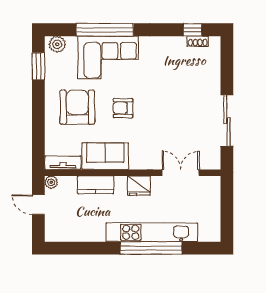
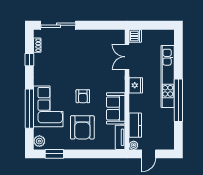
window: (192, 30) -> (29, 60), moved
armchair: (77, 107) -> (82, 127), turned -90
sliding door: (227, 121) -> (58, 25), moved
kitchen counter: (96, 185) -> (135, 125), moved
dishwasher: (211, 185) -> (135, 36), added
window: (151, 248) -> (178, 100), moved

